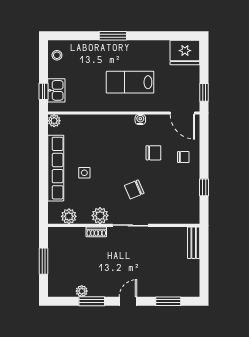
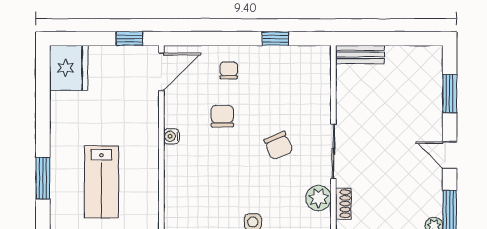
lab bench: (130, 82) -> (101, 182), moved

